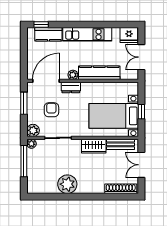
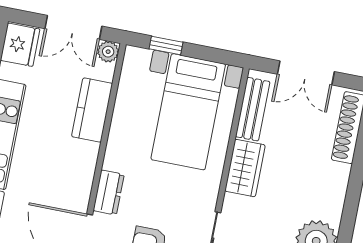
kitchen counter: (99, 73) -> (92, 110), width x0.67
plant: (73, 75) -> (108, 52), moved
window: (141, 112) -> (166, 46), moved

